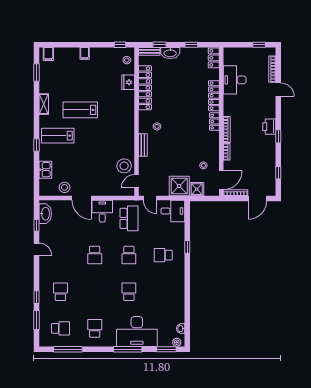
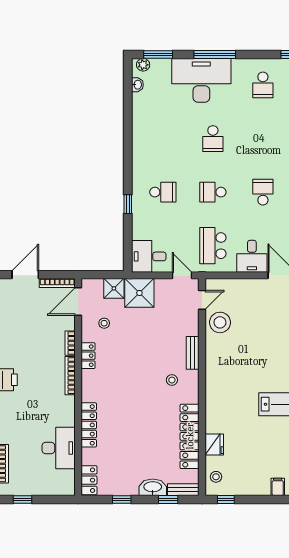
locker: (214, 122) -> (88, 356), moved
school desk: (129, 255) -> (213, 192), turned -90

